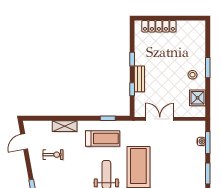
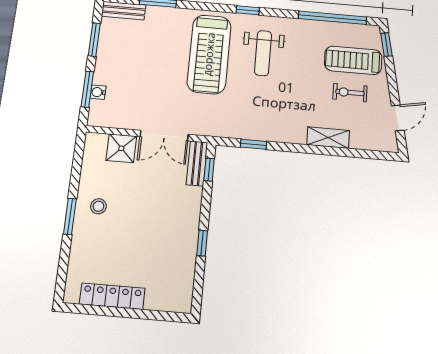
locker: (159, 26) -> (112, 296), moved
bench: (139, 79) -> (197, 163), moved
window: (132, 89) -> (209, 170), moved
shower: (198, 98) -> (121, 148), moved
treadmill: (103, 138) -> (353, 60), moved

